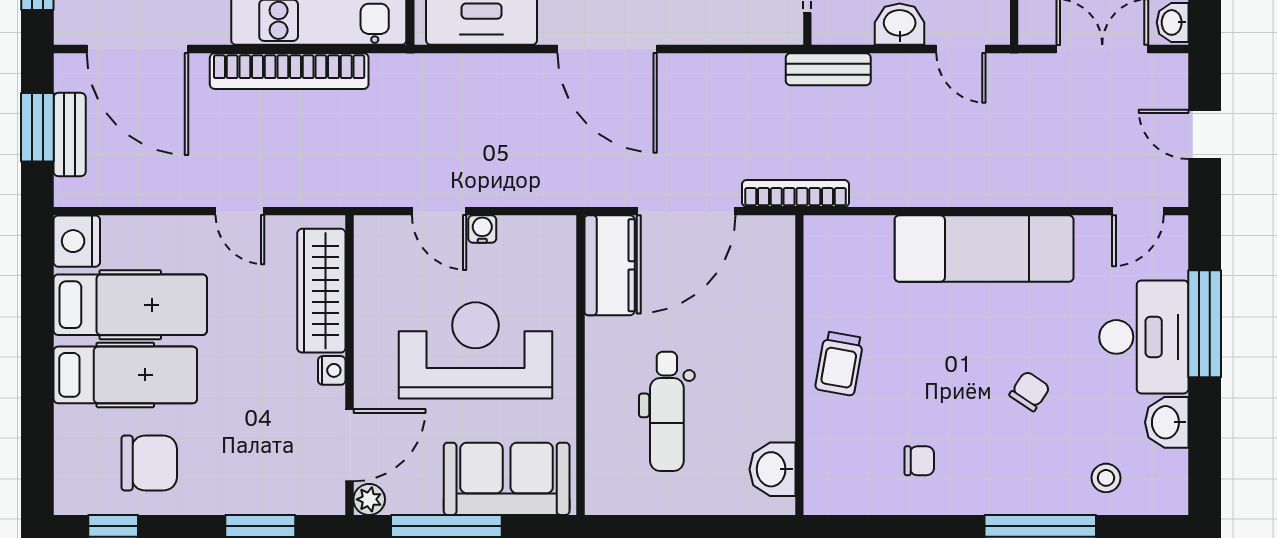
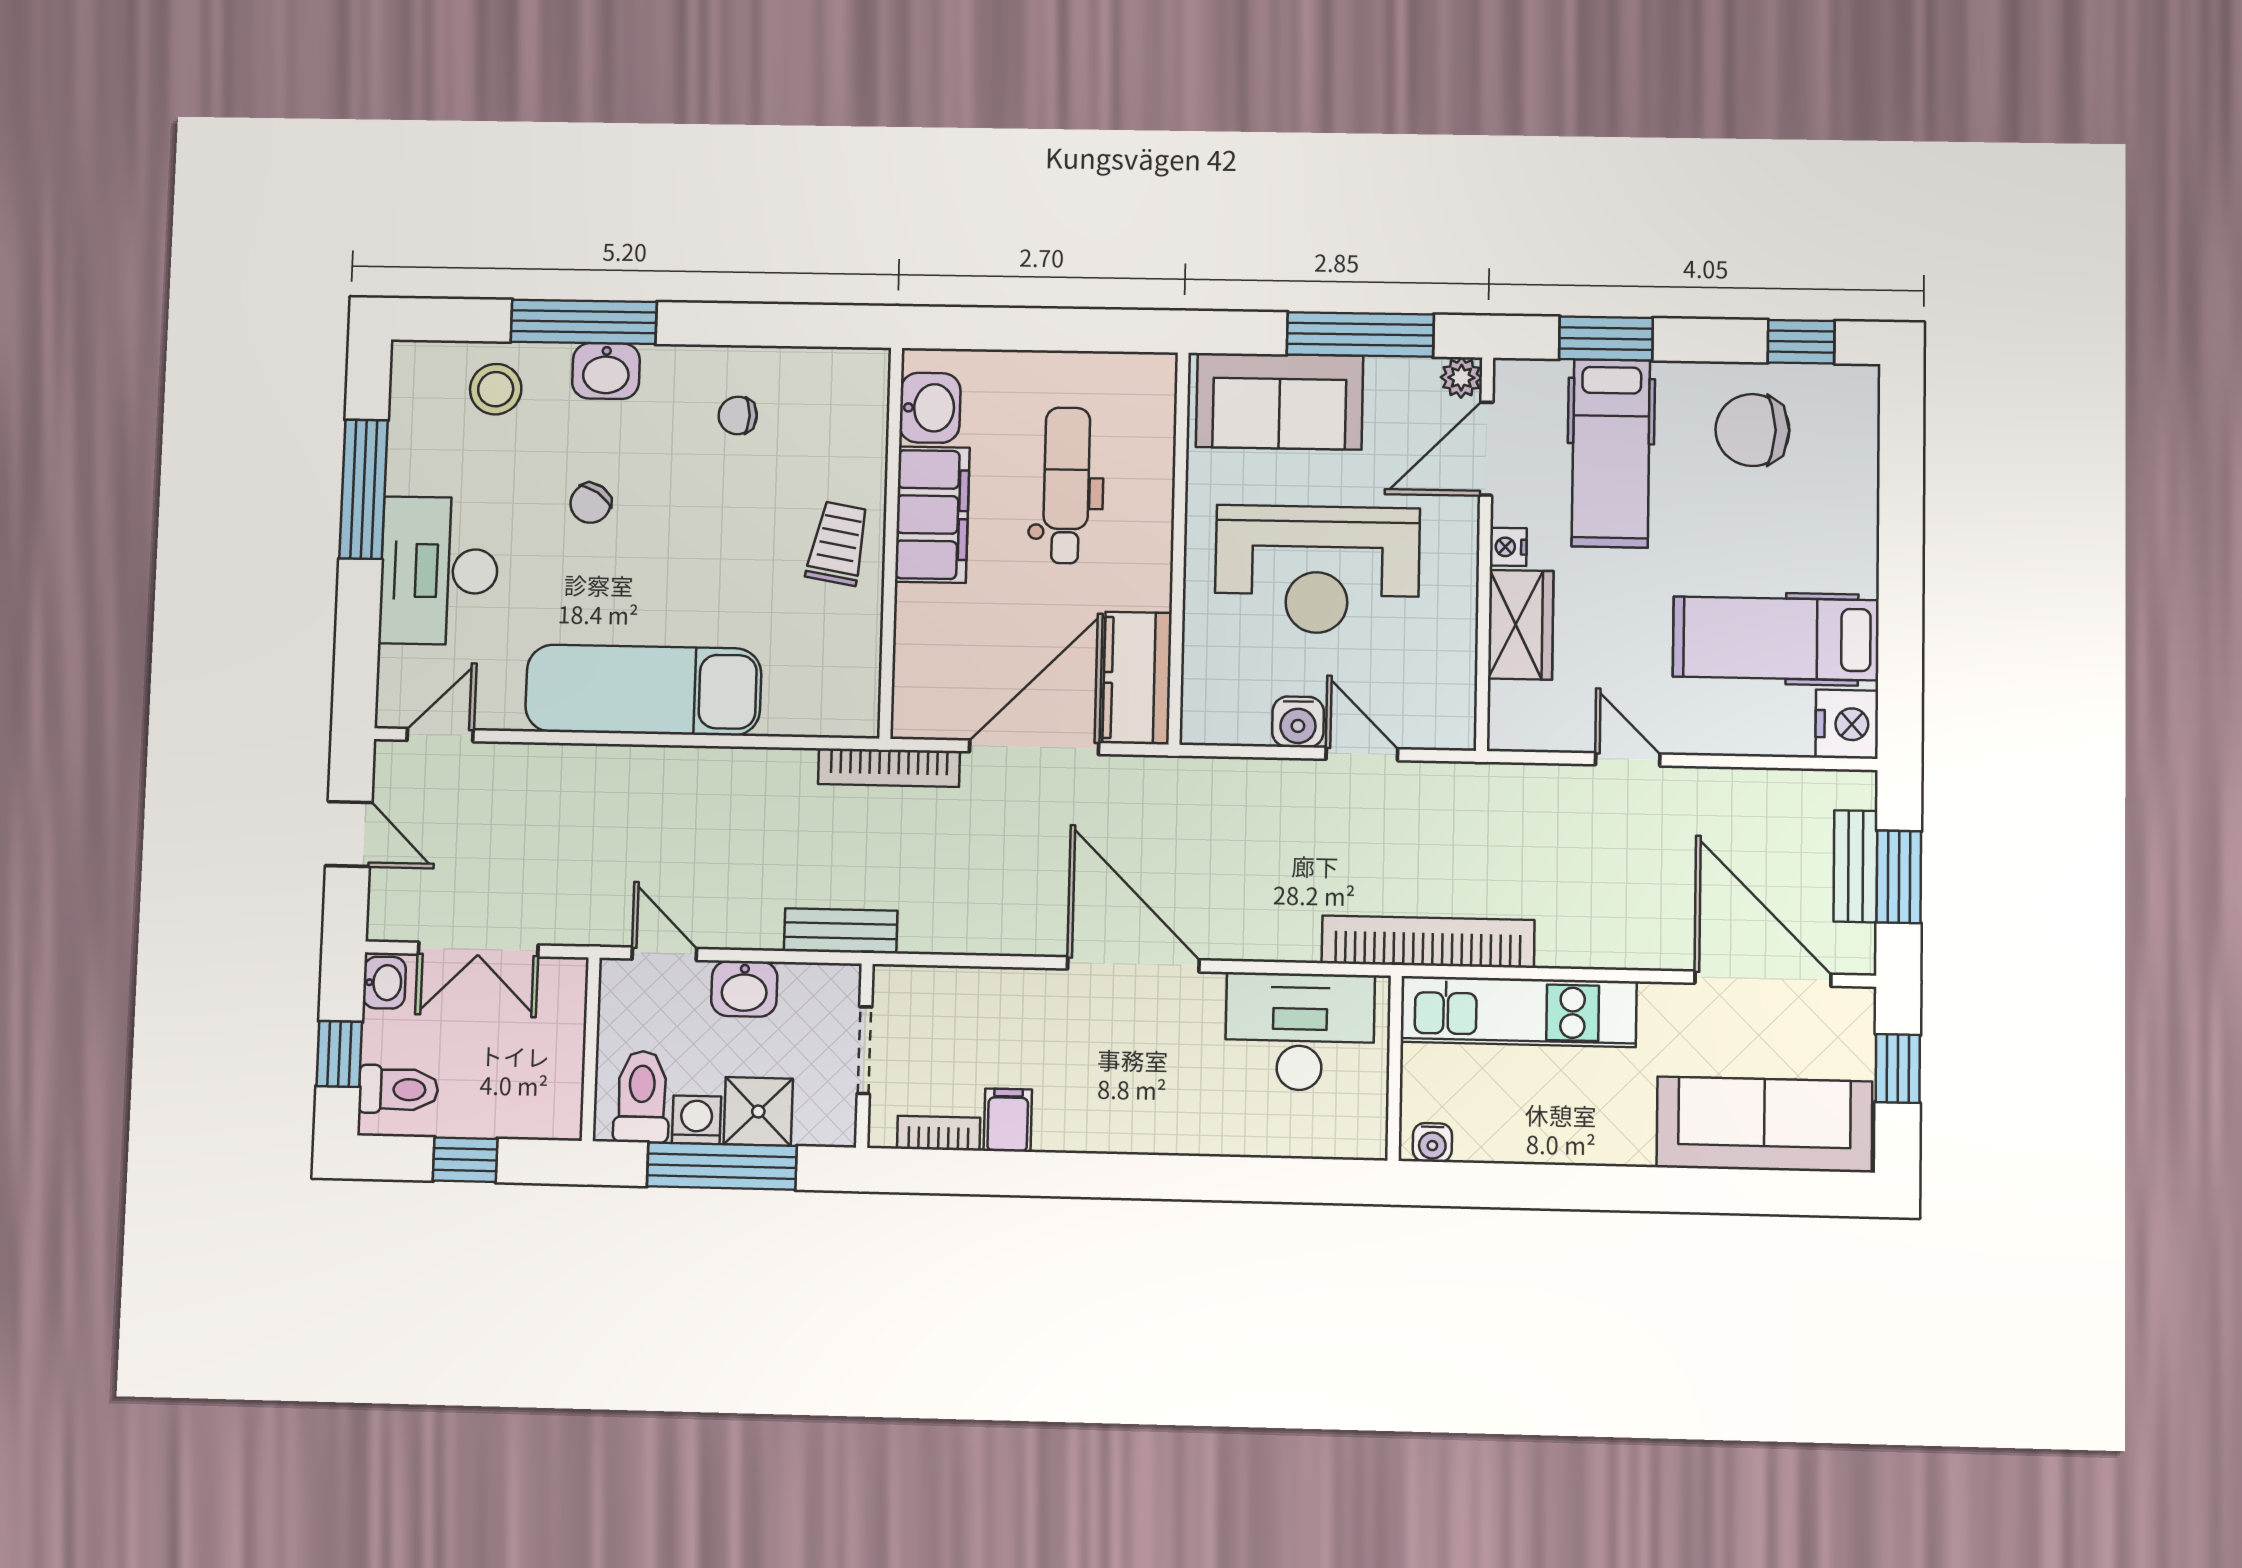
bookcase: (289, 71) -> (1428, 942), moved
water cooler: (482, 229) -> (1298, 722), width x1.38, depth x1.38
wardrobe: (321, 291) -> (1521, 625), width x0.67
window: (1205, 324) -> (364, 489), moved
hospital bed: (125, 375) -> (1611, 453), moved, turned -90
filing cabinet: (768, 387) -> (932, 515), added
washbasin: (1167, 422) -> (606, 371), moved, turned 90
stool: (1106, 478) -> (496, 389), width x1.37, depth x1.37

